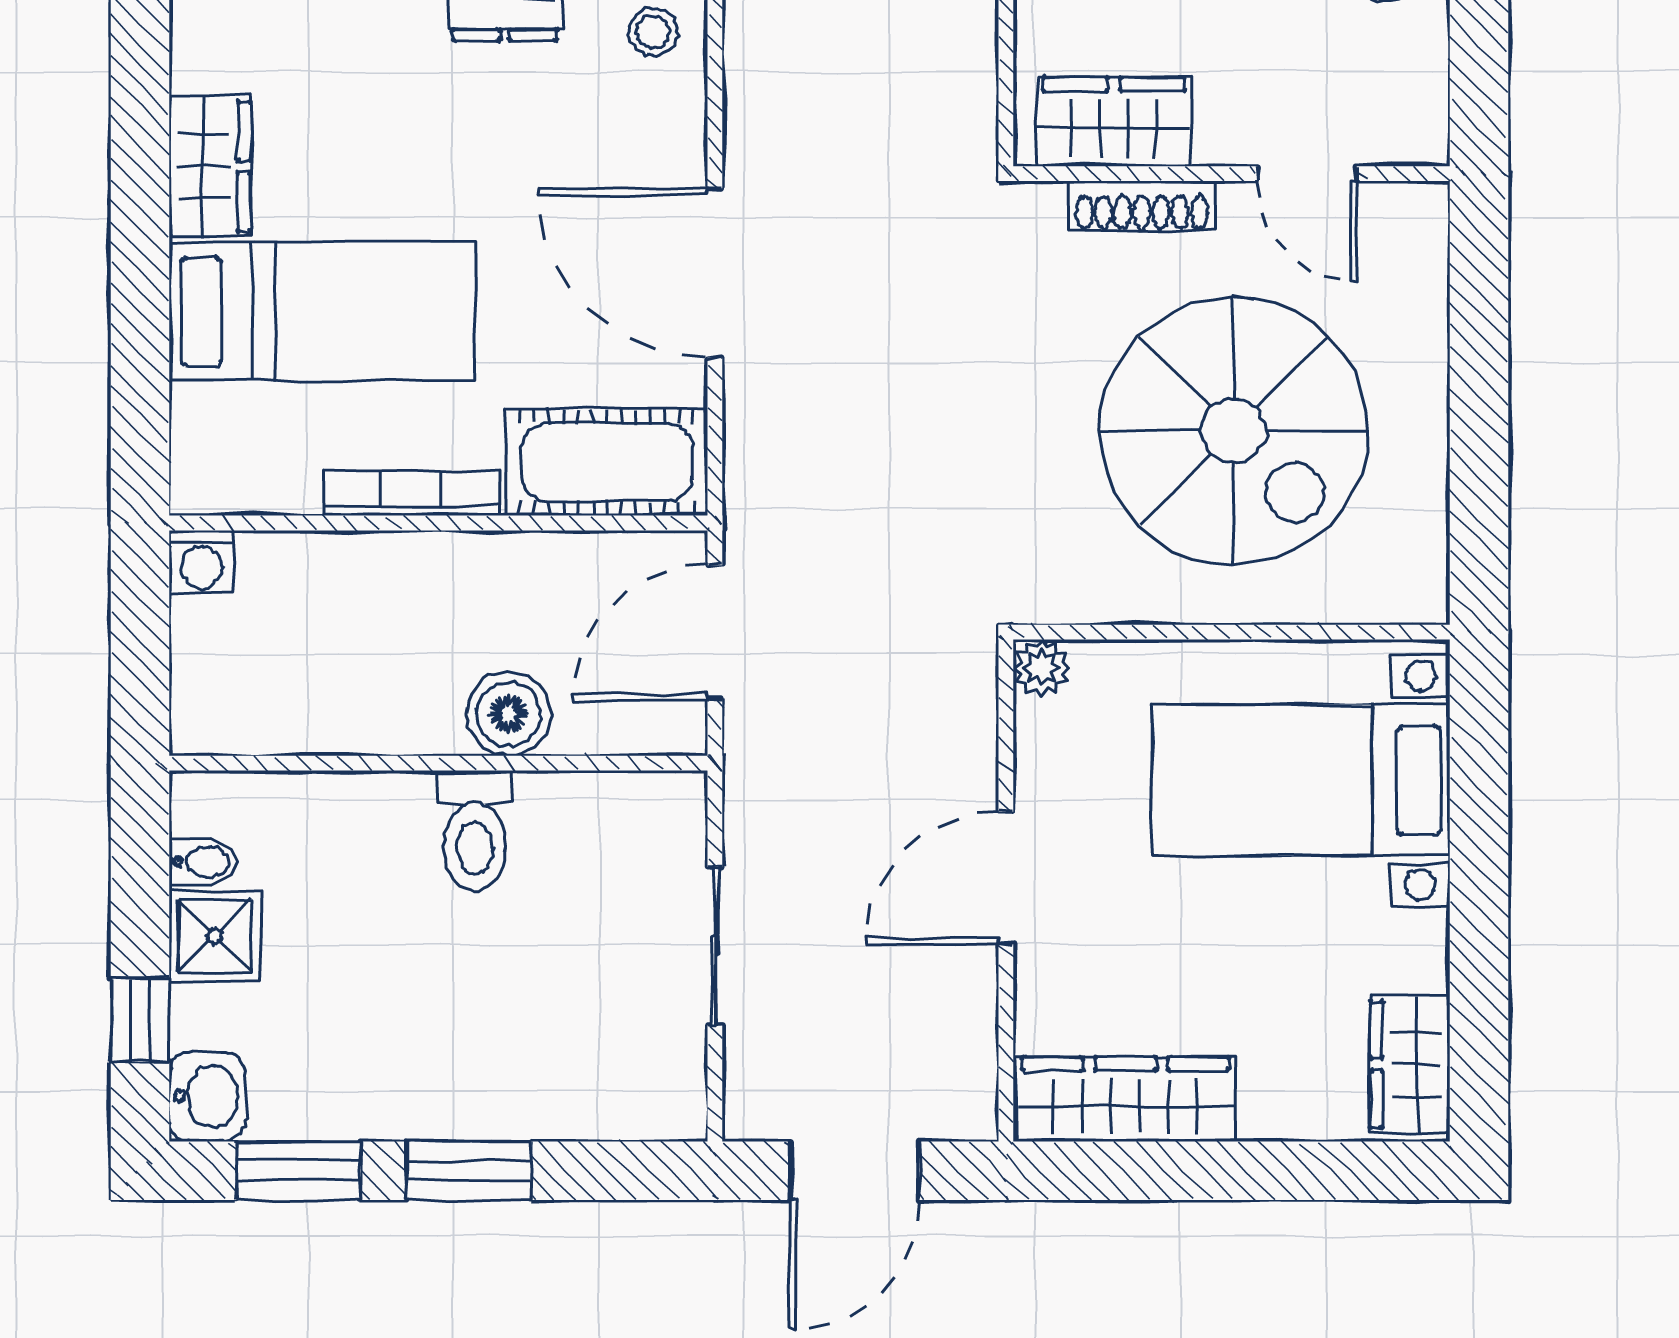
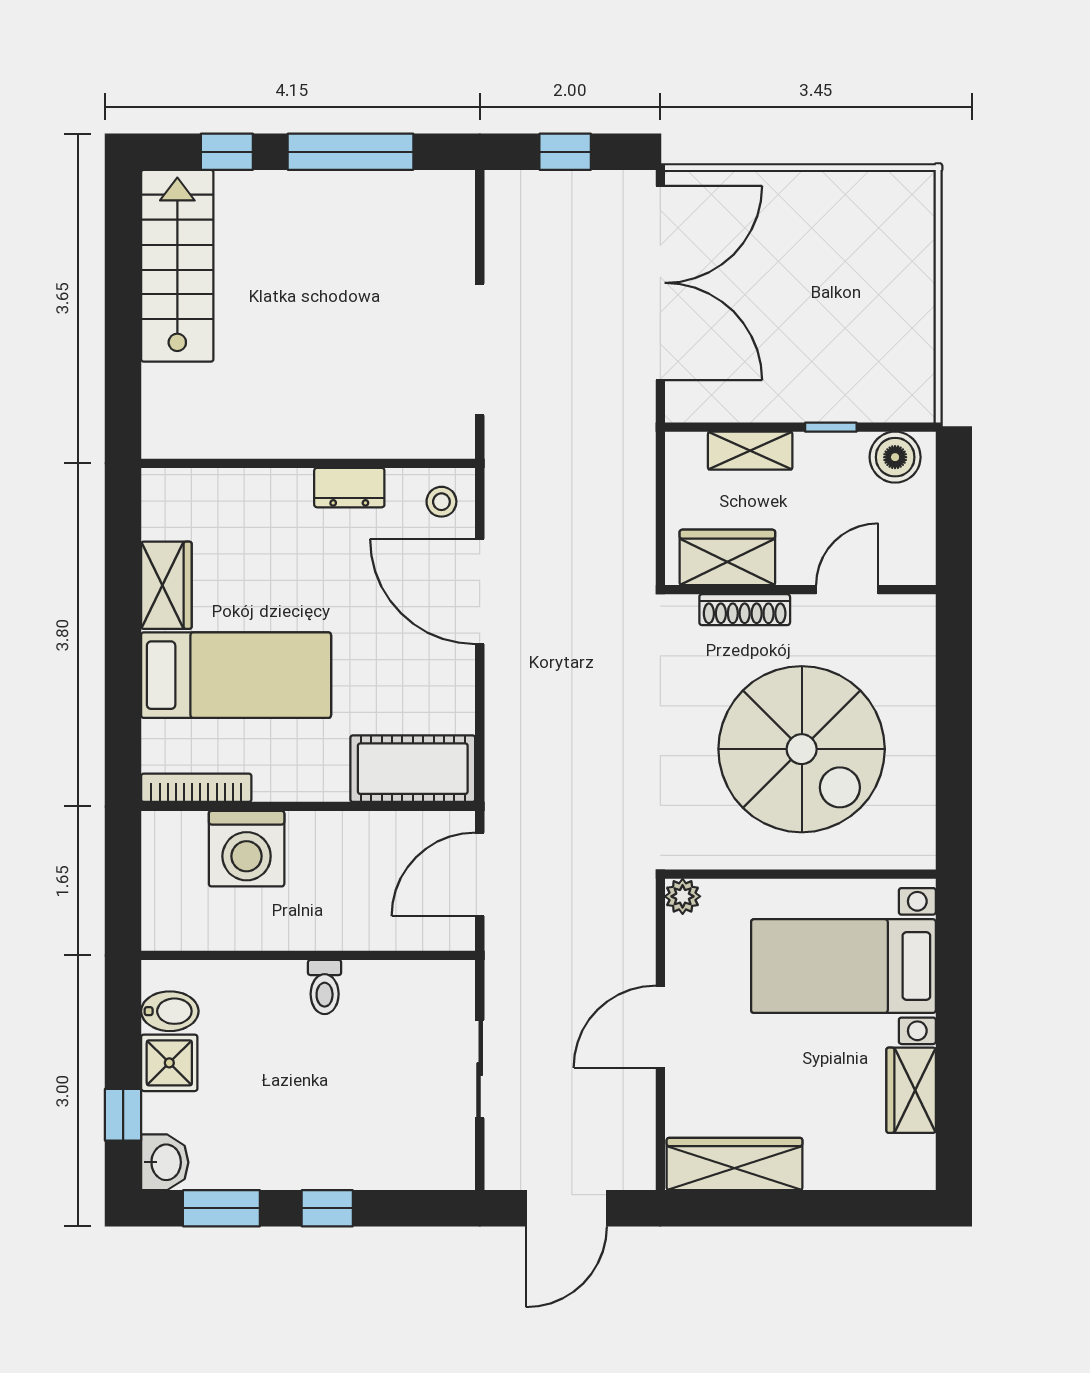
door: (1307, 174) -> (847, 590), swing flipped
door: (715, 273) -> (480, 591), moved
bookcase: (411, 493) -> (196, 788), moved
washing machine: (201, 562) -> (247, 849), moved, width x1.89, depth x1.89
boiler: (509, 714) -> (352, 925), removed
toilet: (475, 831) -> (325, 987), width x0.73, depth x0.72
bidet: (203, 862) -> (170, 1011), width x1.38, depth x1.36
wardrobe: (1410, 1064) -> (911, 1090), moved
window: (469, 1171) -> (327, 1208), width x0.67

